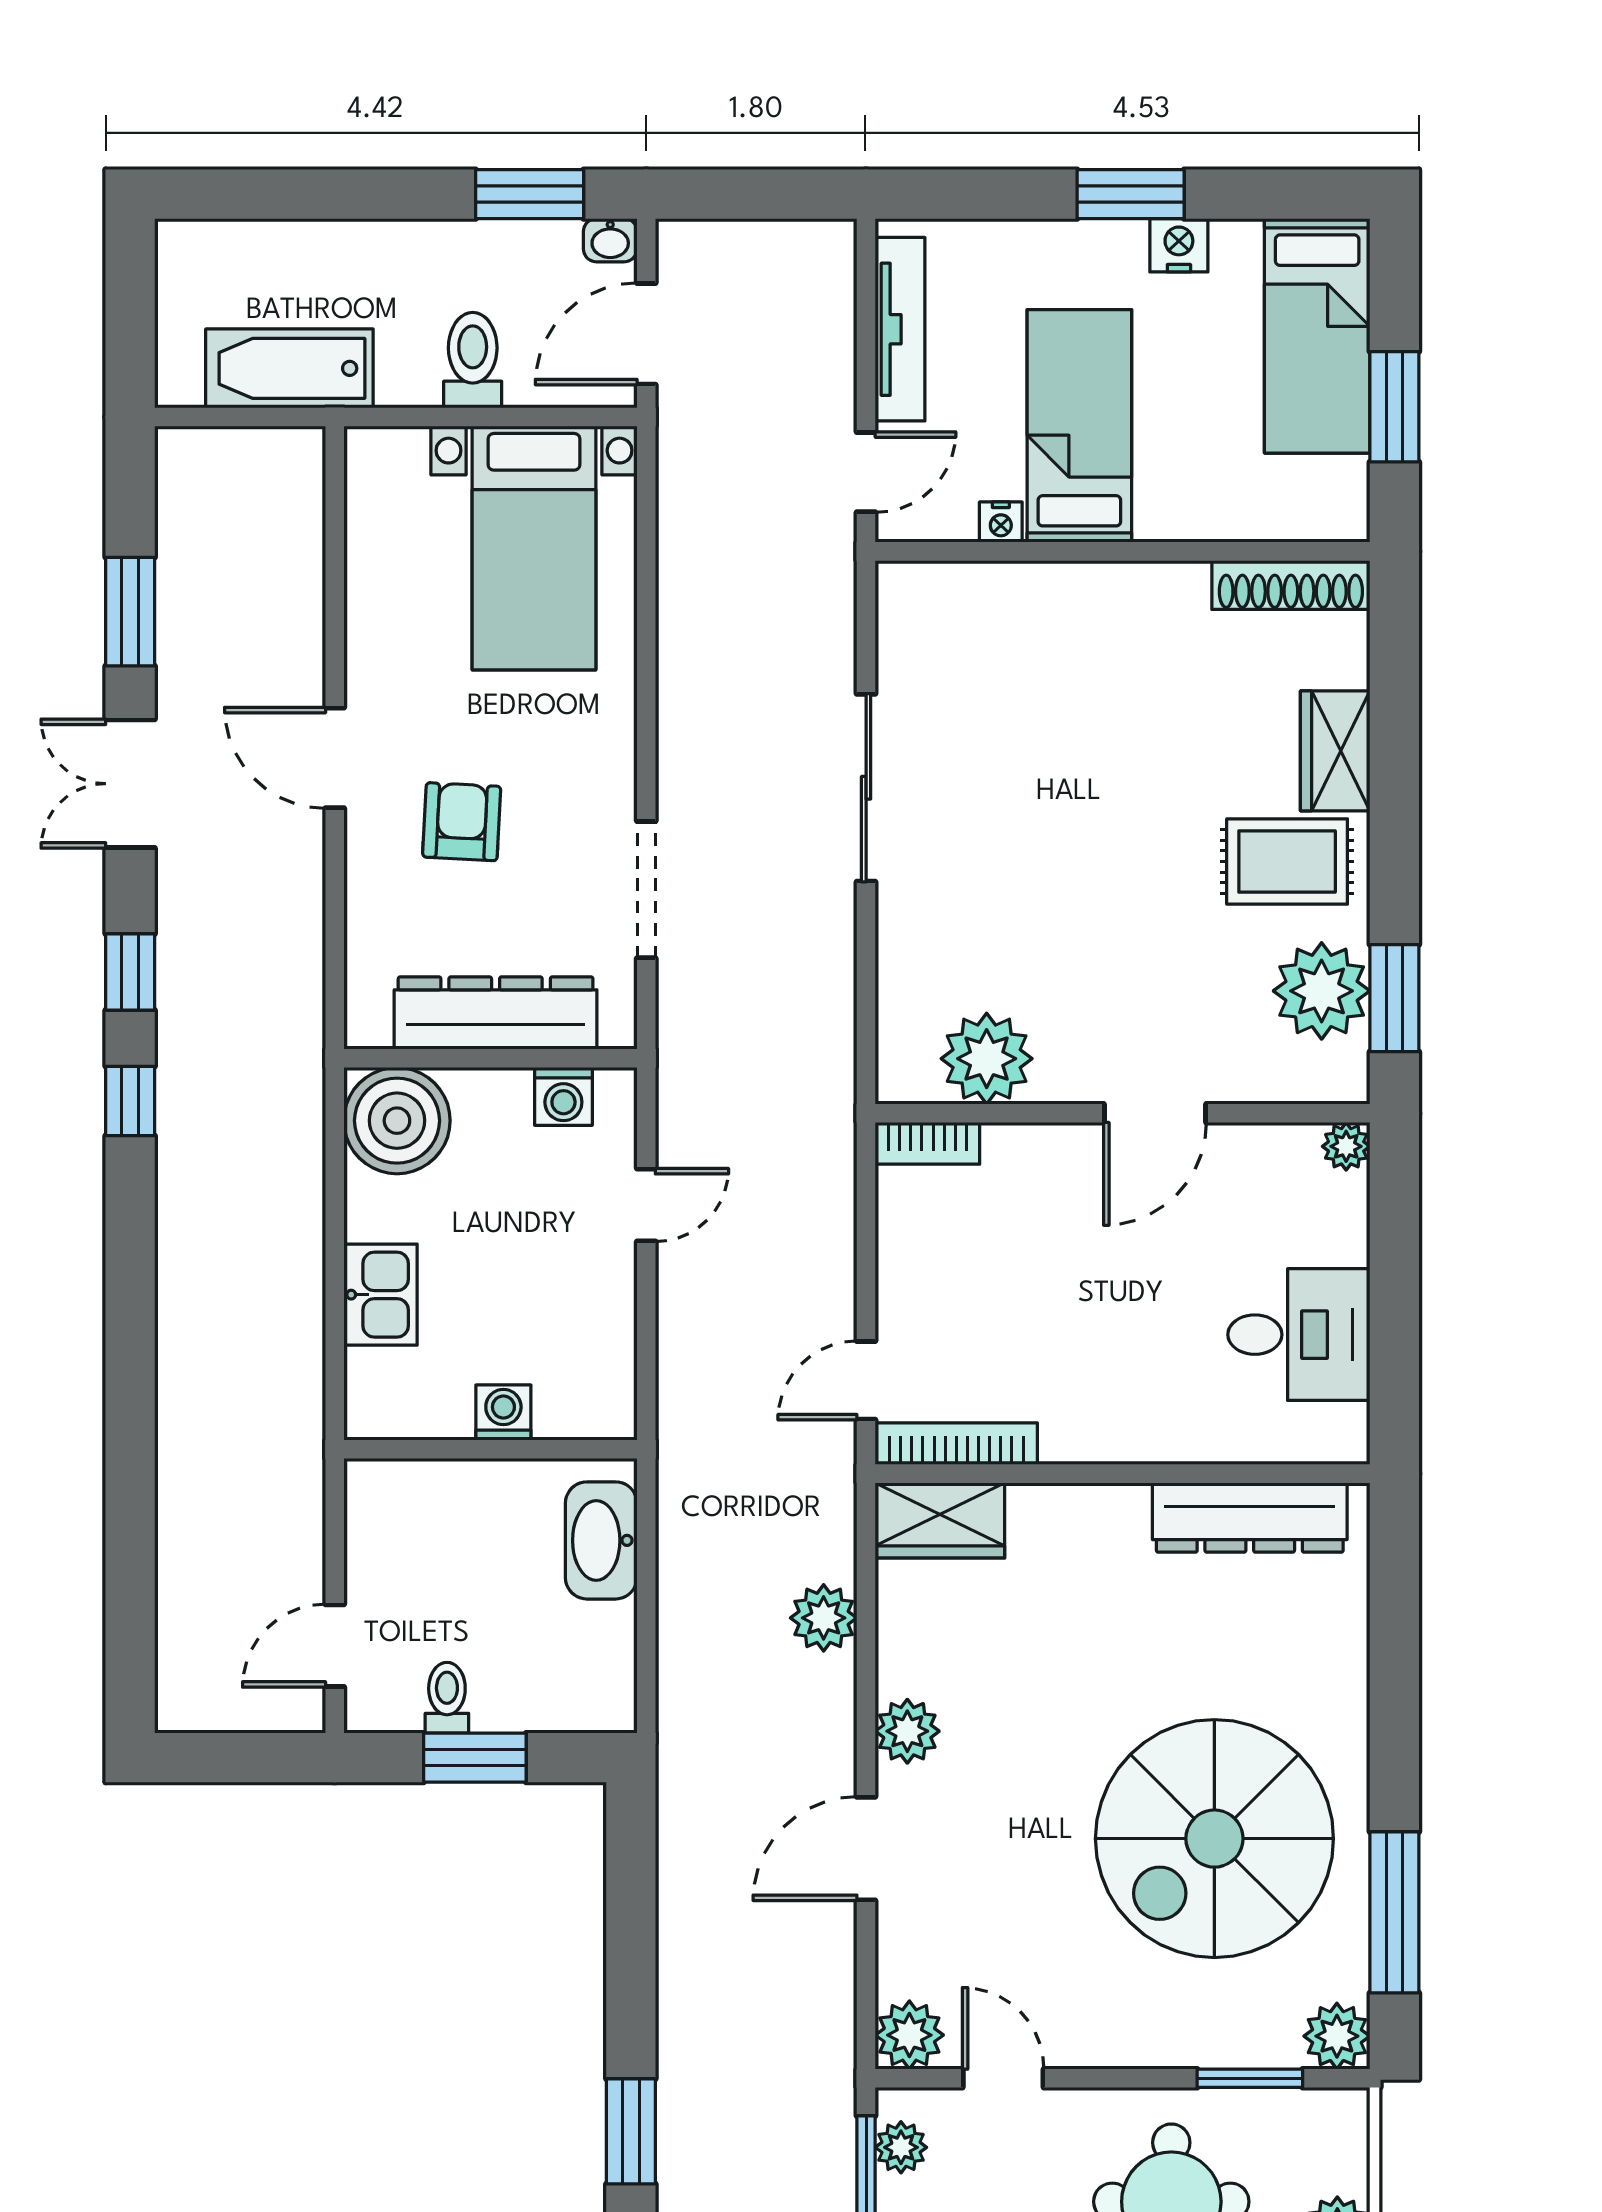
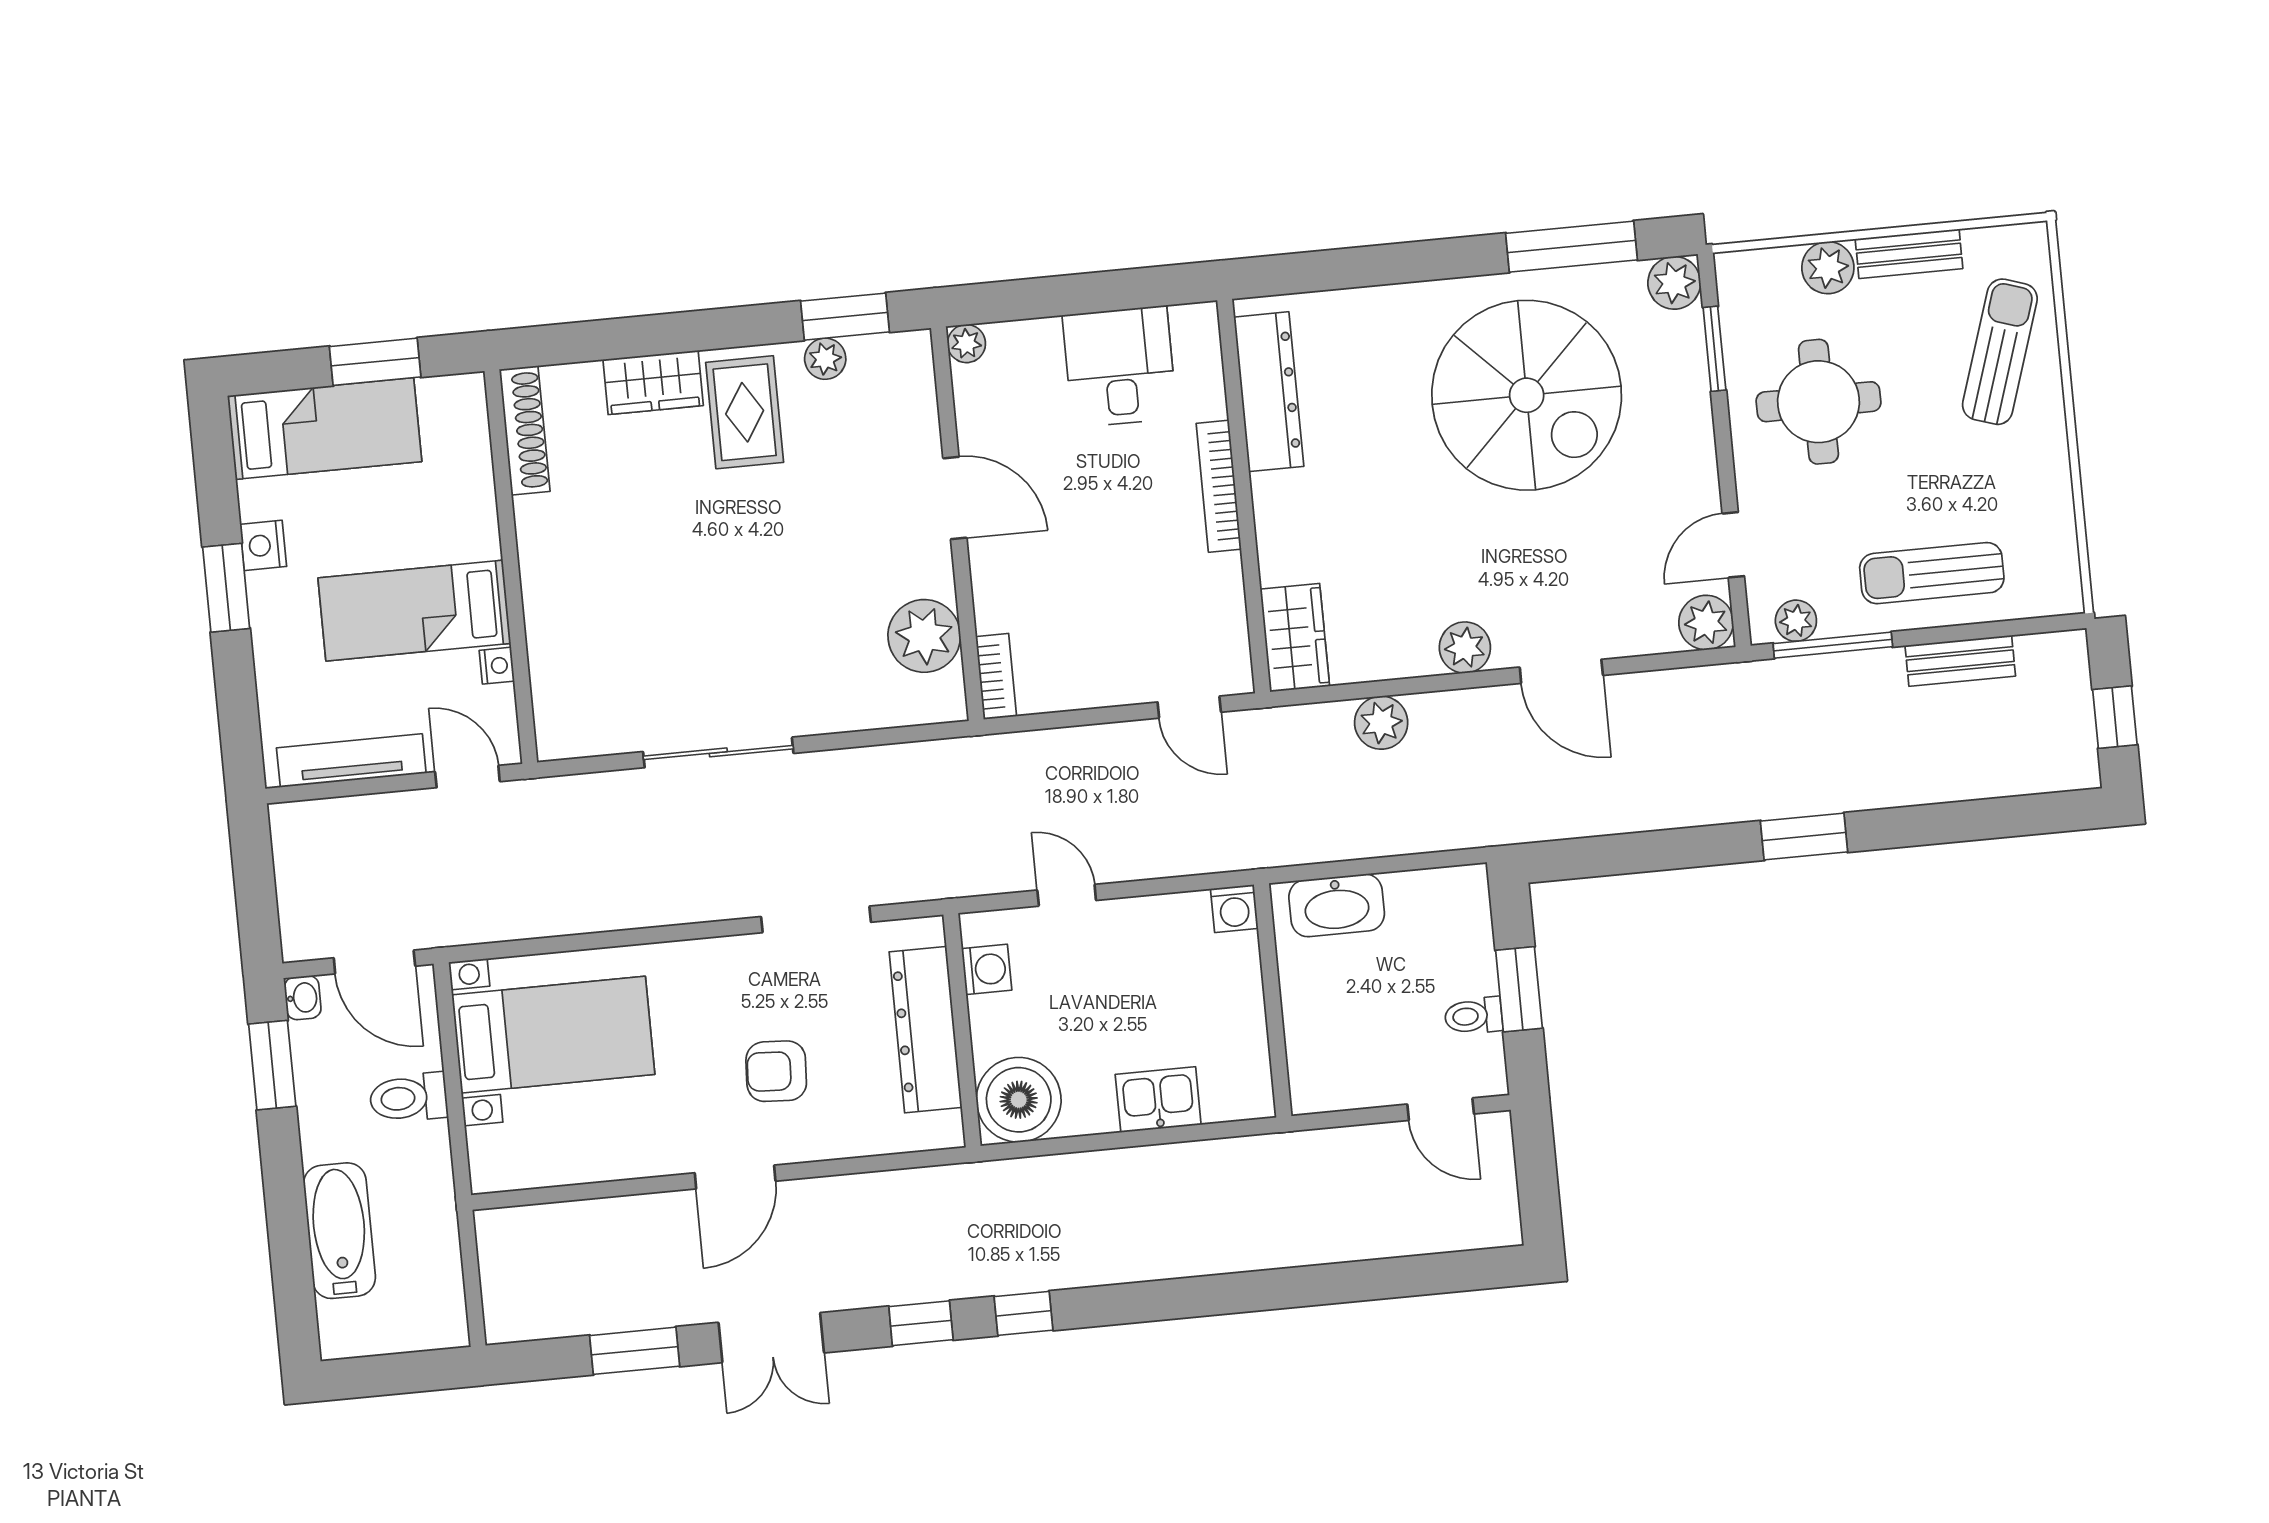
bathtub: (289, 368) -> (339, 1231), moved, turned 180
plant: (1322, 991) -> (825, 359), width x0.53, depth x0.53
washing machine: (503, 1412) -> (1234, 909), moved, turned -90
bookcase: (956, 1444) -> (1219, 486), moved

